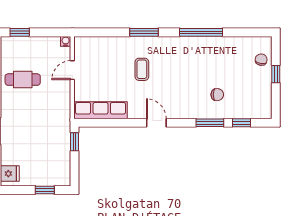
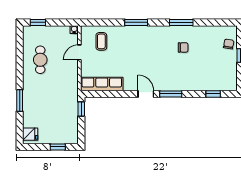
window: (201, 32) -> (181, 22), width x0.69
coffee table: (142, 69) -> (101, 41), moved
cafe table: (23, 80) -> (40, 60), turned 90
chair: (217, 95) -> (183, 47), moved
window: (210, 123) -> (171, 94), moved

